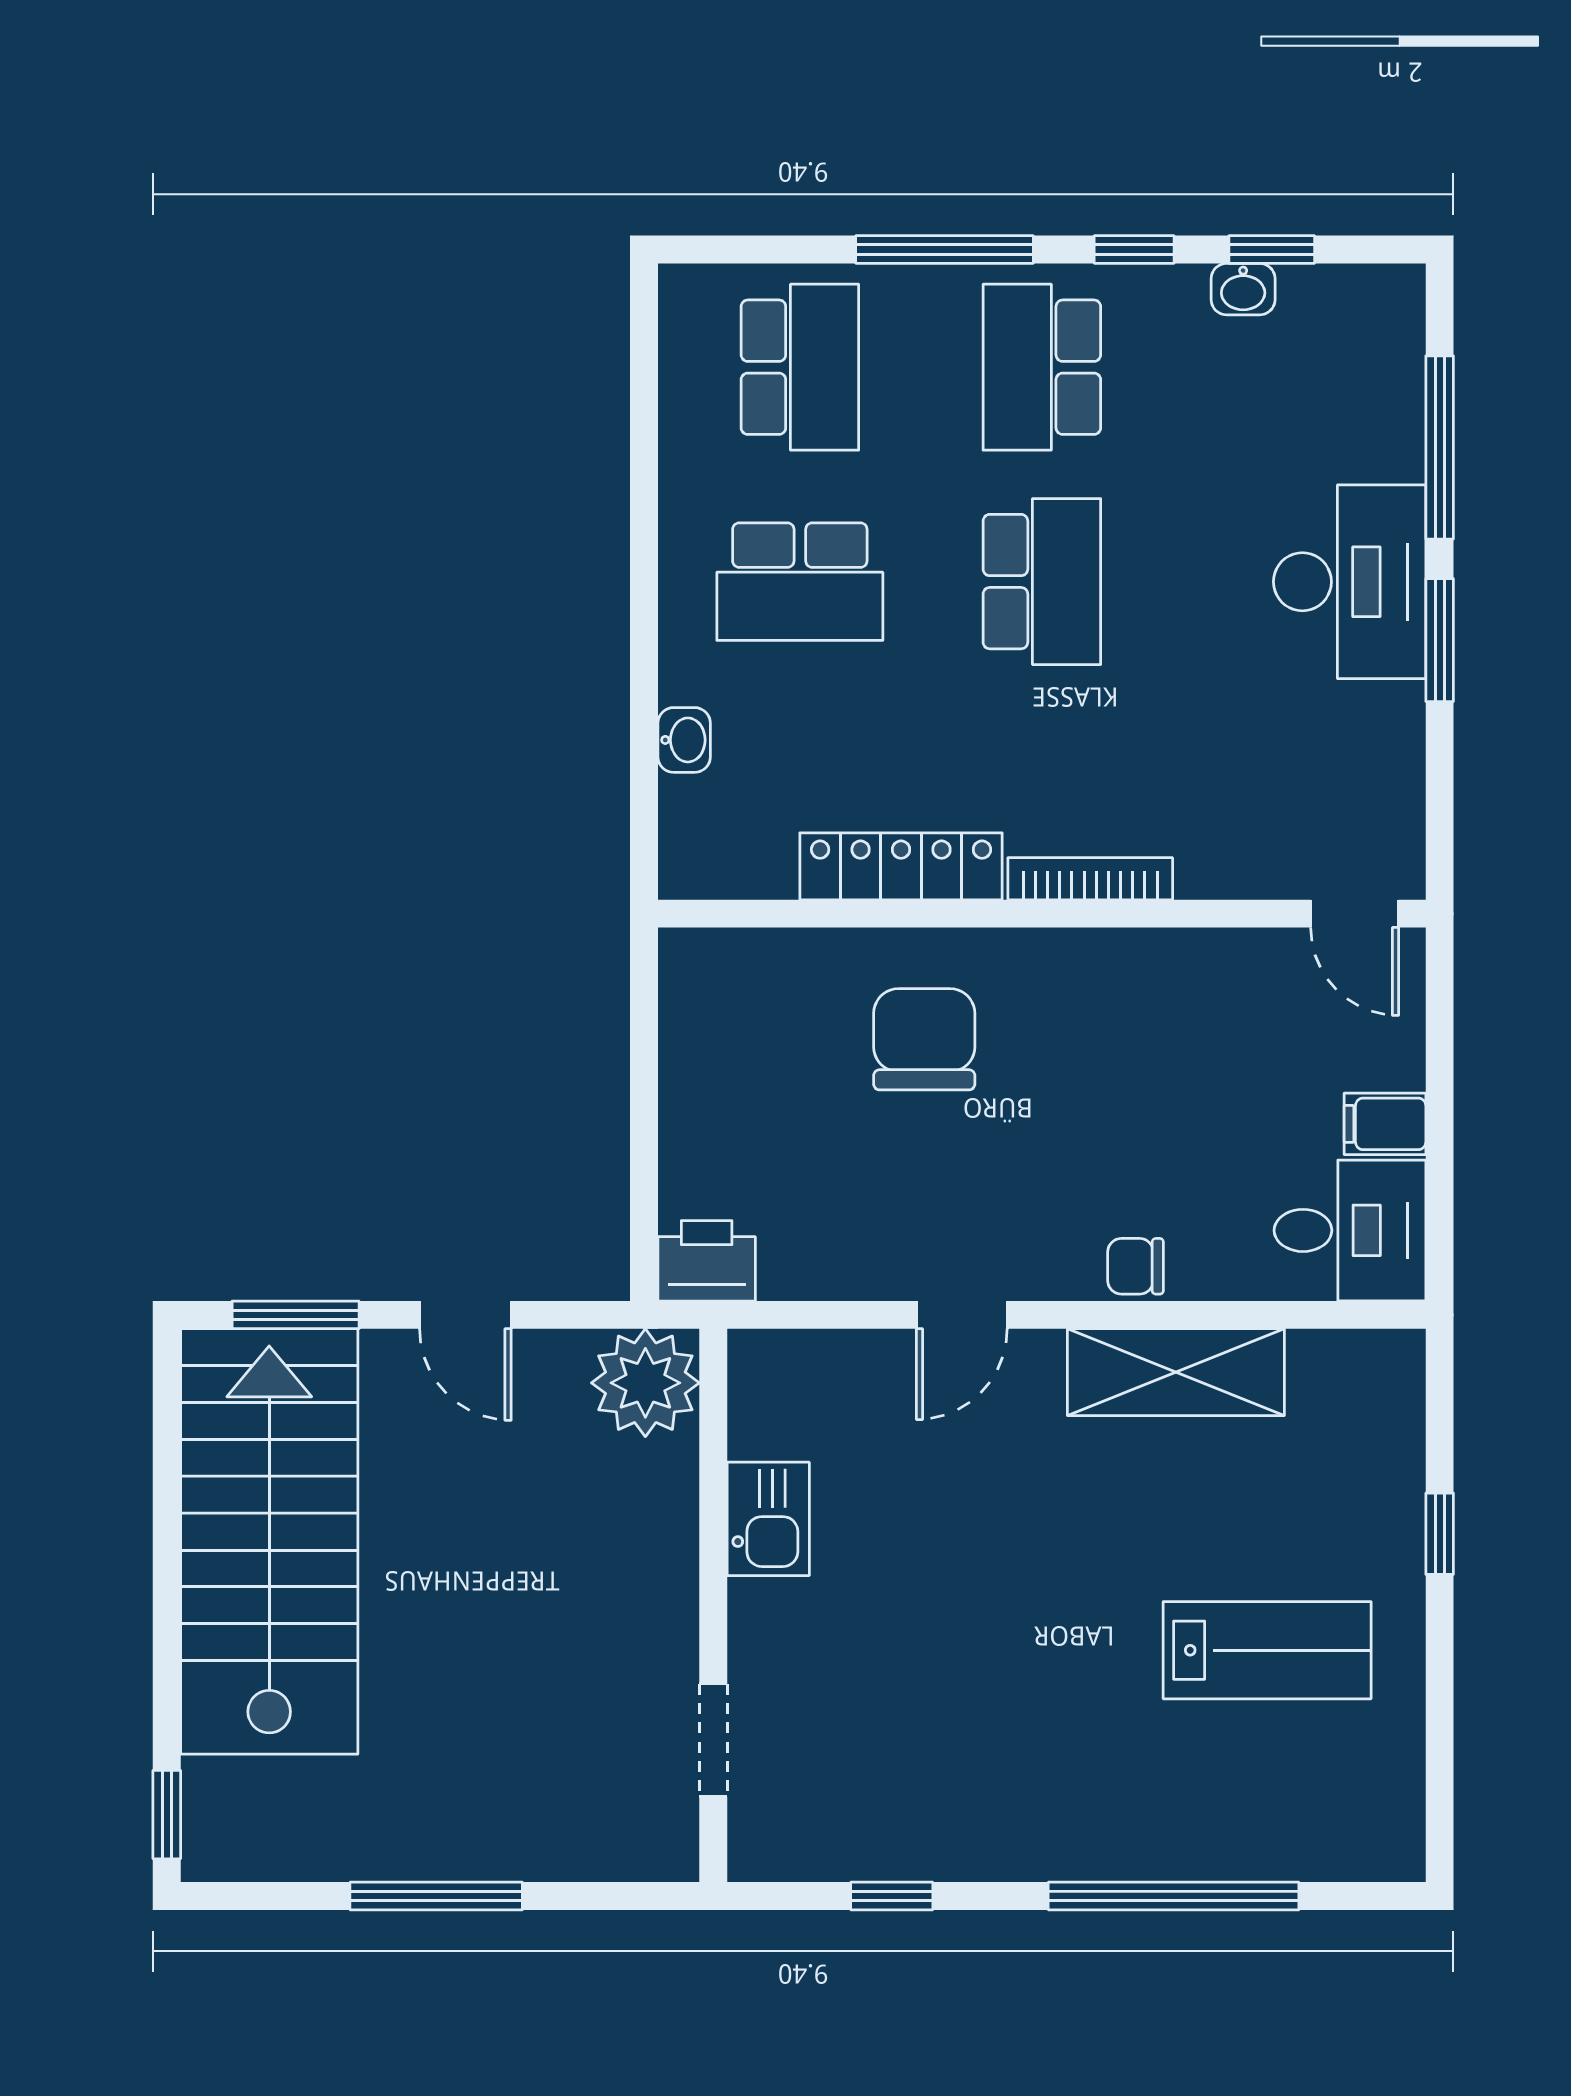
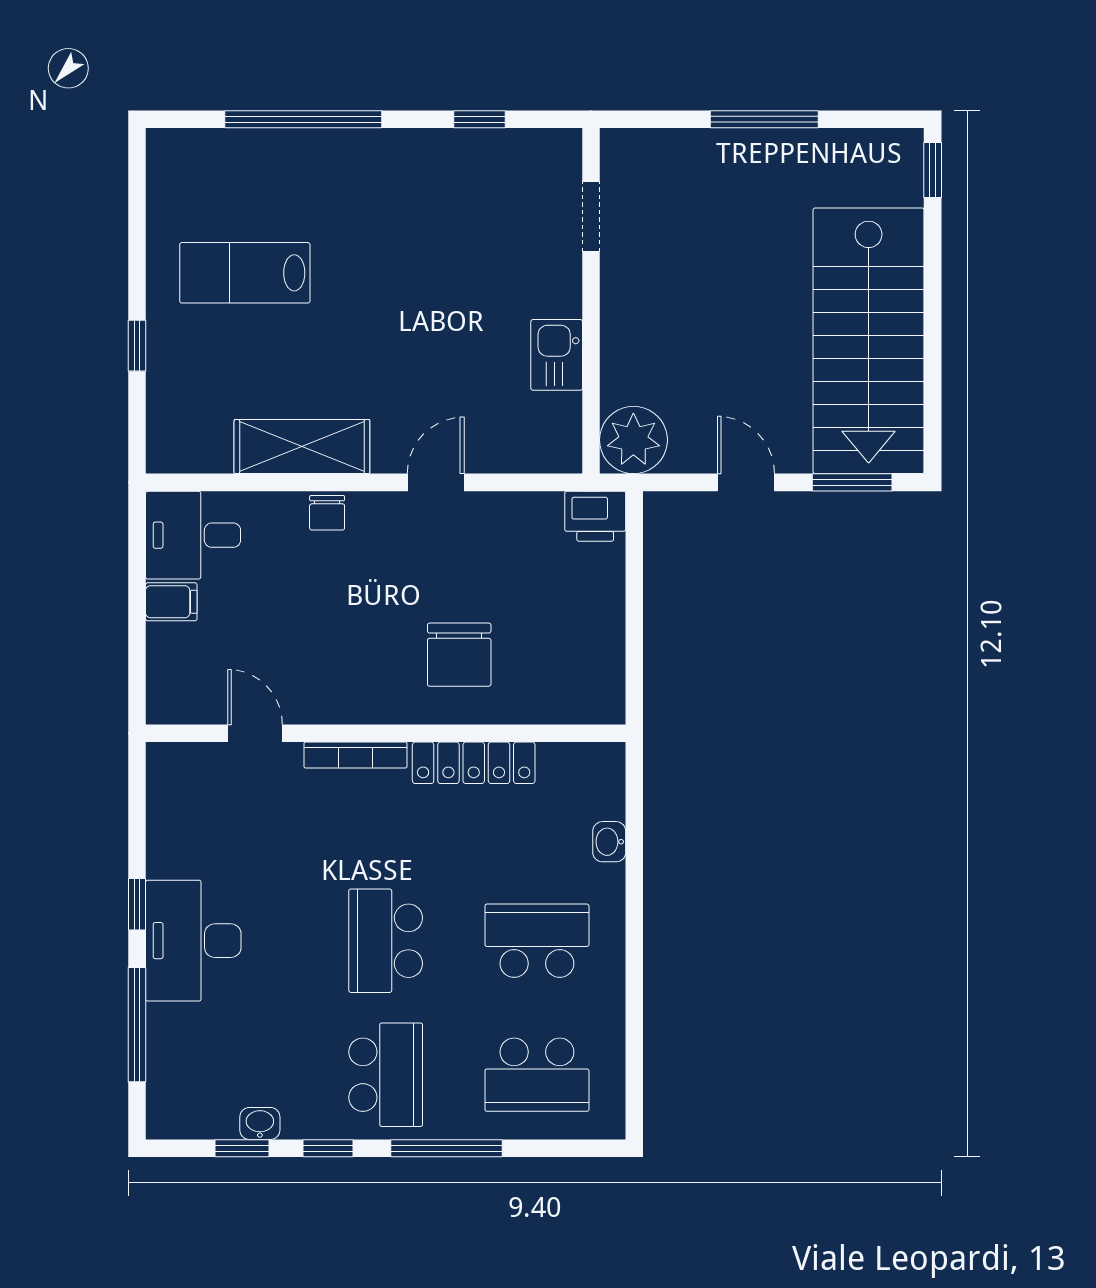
school desk: (800, 367) -> (537, 1075), turned -90
window: (1440, 640) -> (137, 904), width x0.67
door: (1355, 914) -> (255, 733), moved
chair: (1136, 1266) -> (327, 513), turned 90

